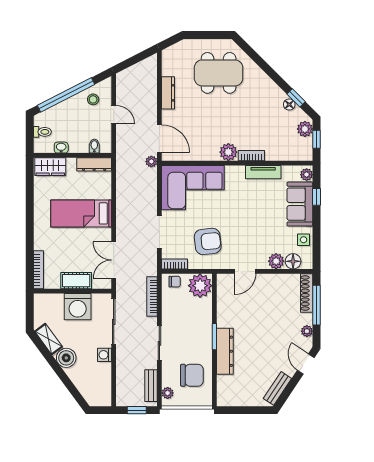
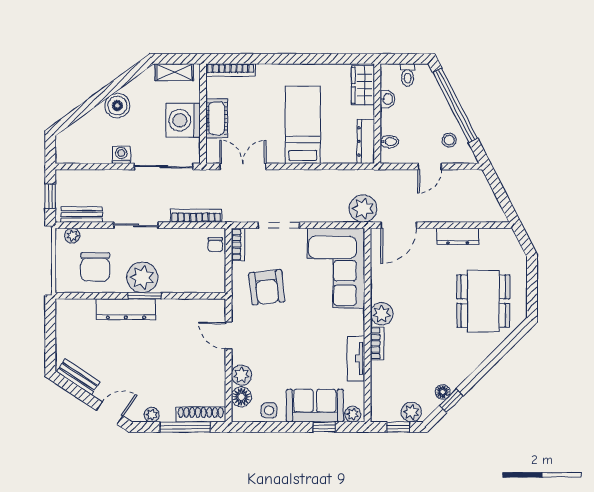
plant: (151, 161) -> (363, 209), width x1.87, depth x1.87
plant: (200, 286) -> (142, 277), moved
shelving: (49, 339) -> (174, 72), moved, turned 36

